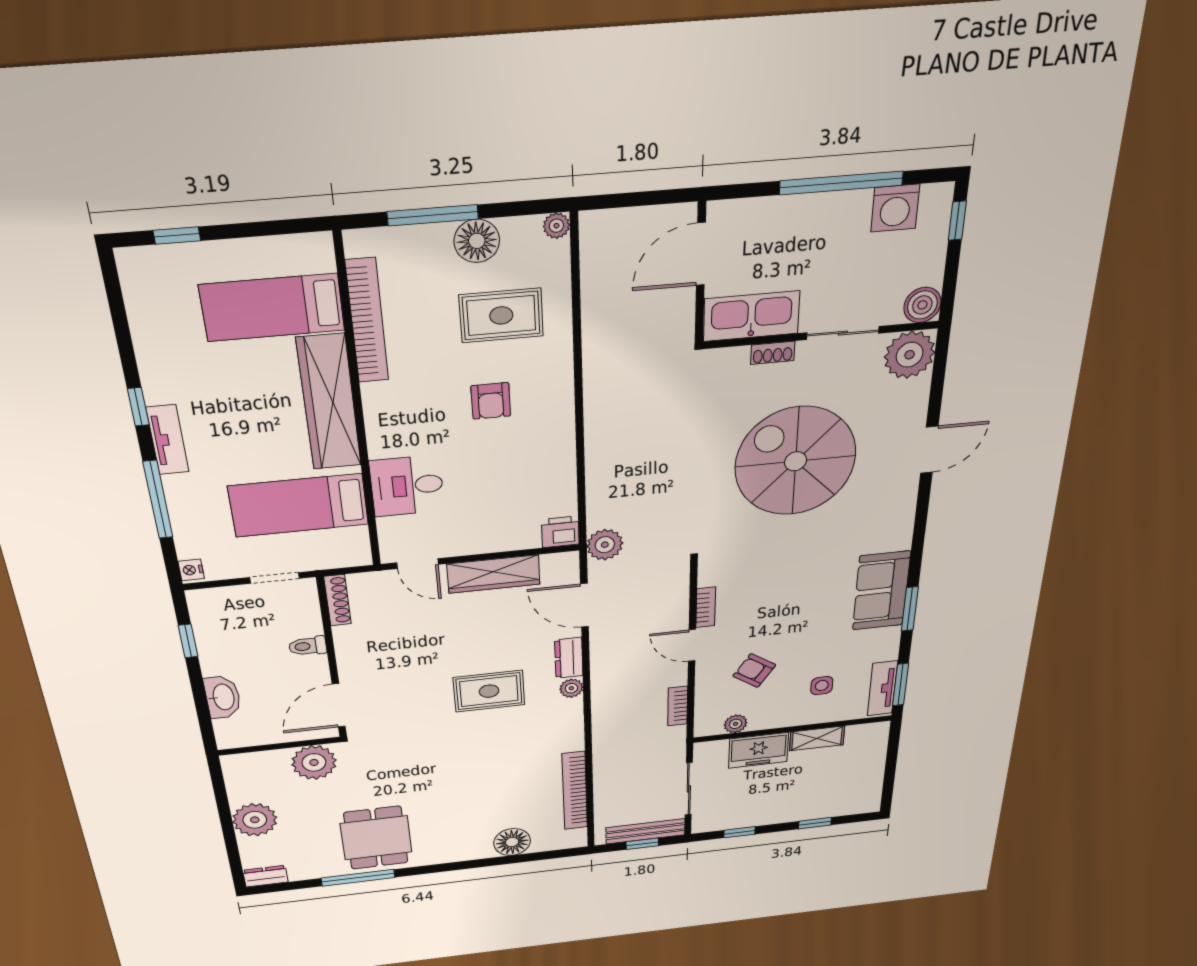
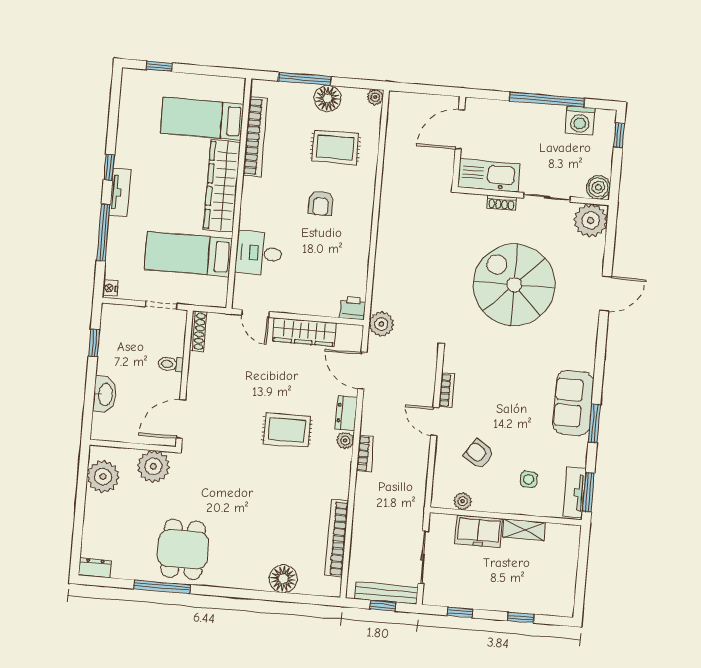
bookcase: (678, 706) -> (365, 454), moved, turned 180
plant: (255, 820) -> (103, 477), moved

